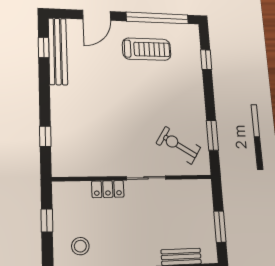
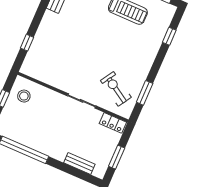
locker: (108, 189) -> (113, 123), moved
stool: (80, 246) -> (24, 96), moved

